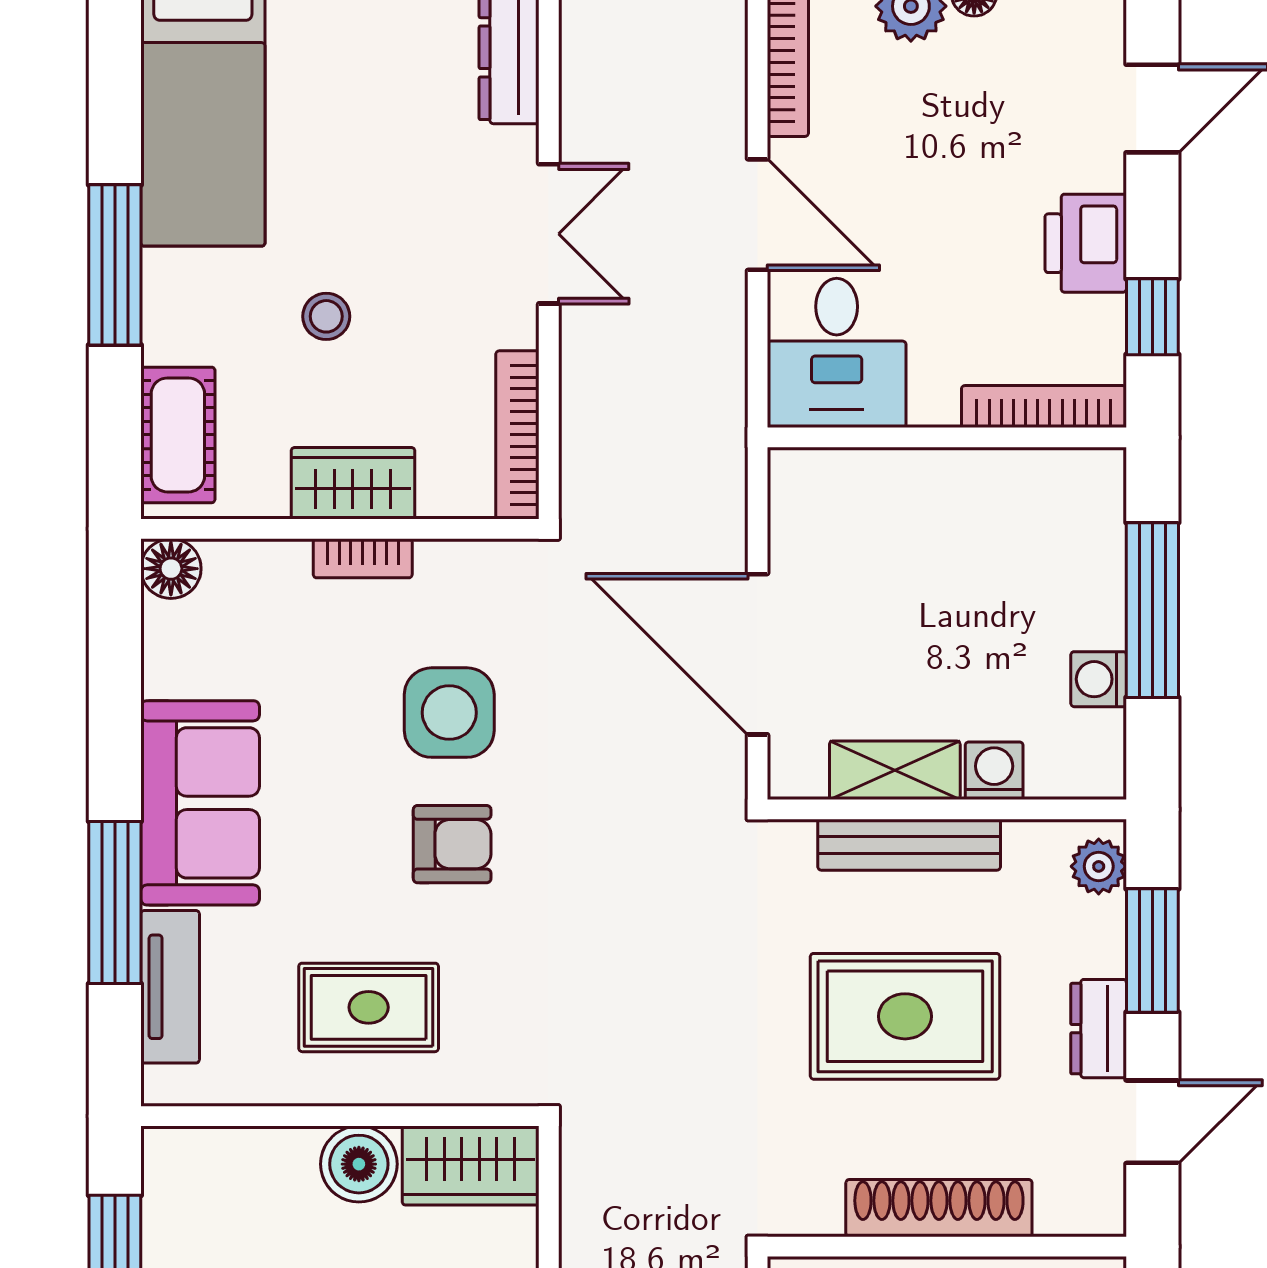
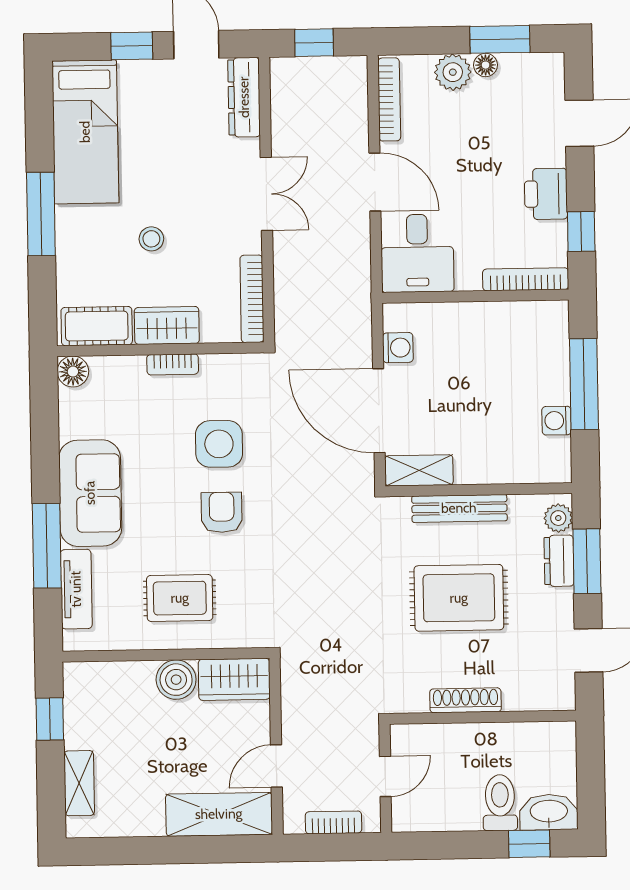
cot: (178, 435) -> (97, 326), moved, turned 90
shelving: (895, 770) -> (419, 470), moved
washing machine: (994, 771) -> (398, 348), moved, turned 90
armchair: (452, 844) -> (222, 512), turned -90
dresser: (1099, 1029) -> (559, 561), moved
shoe rack: (939, 1208) -> (466, 700), width x0.74, depth x0.81

